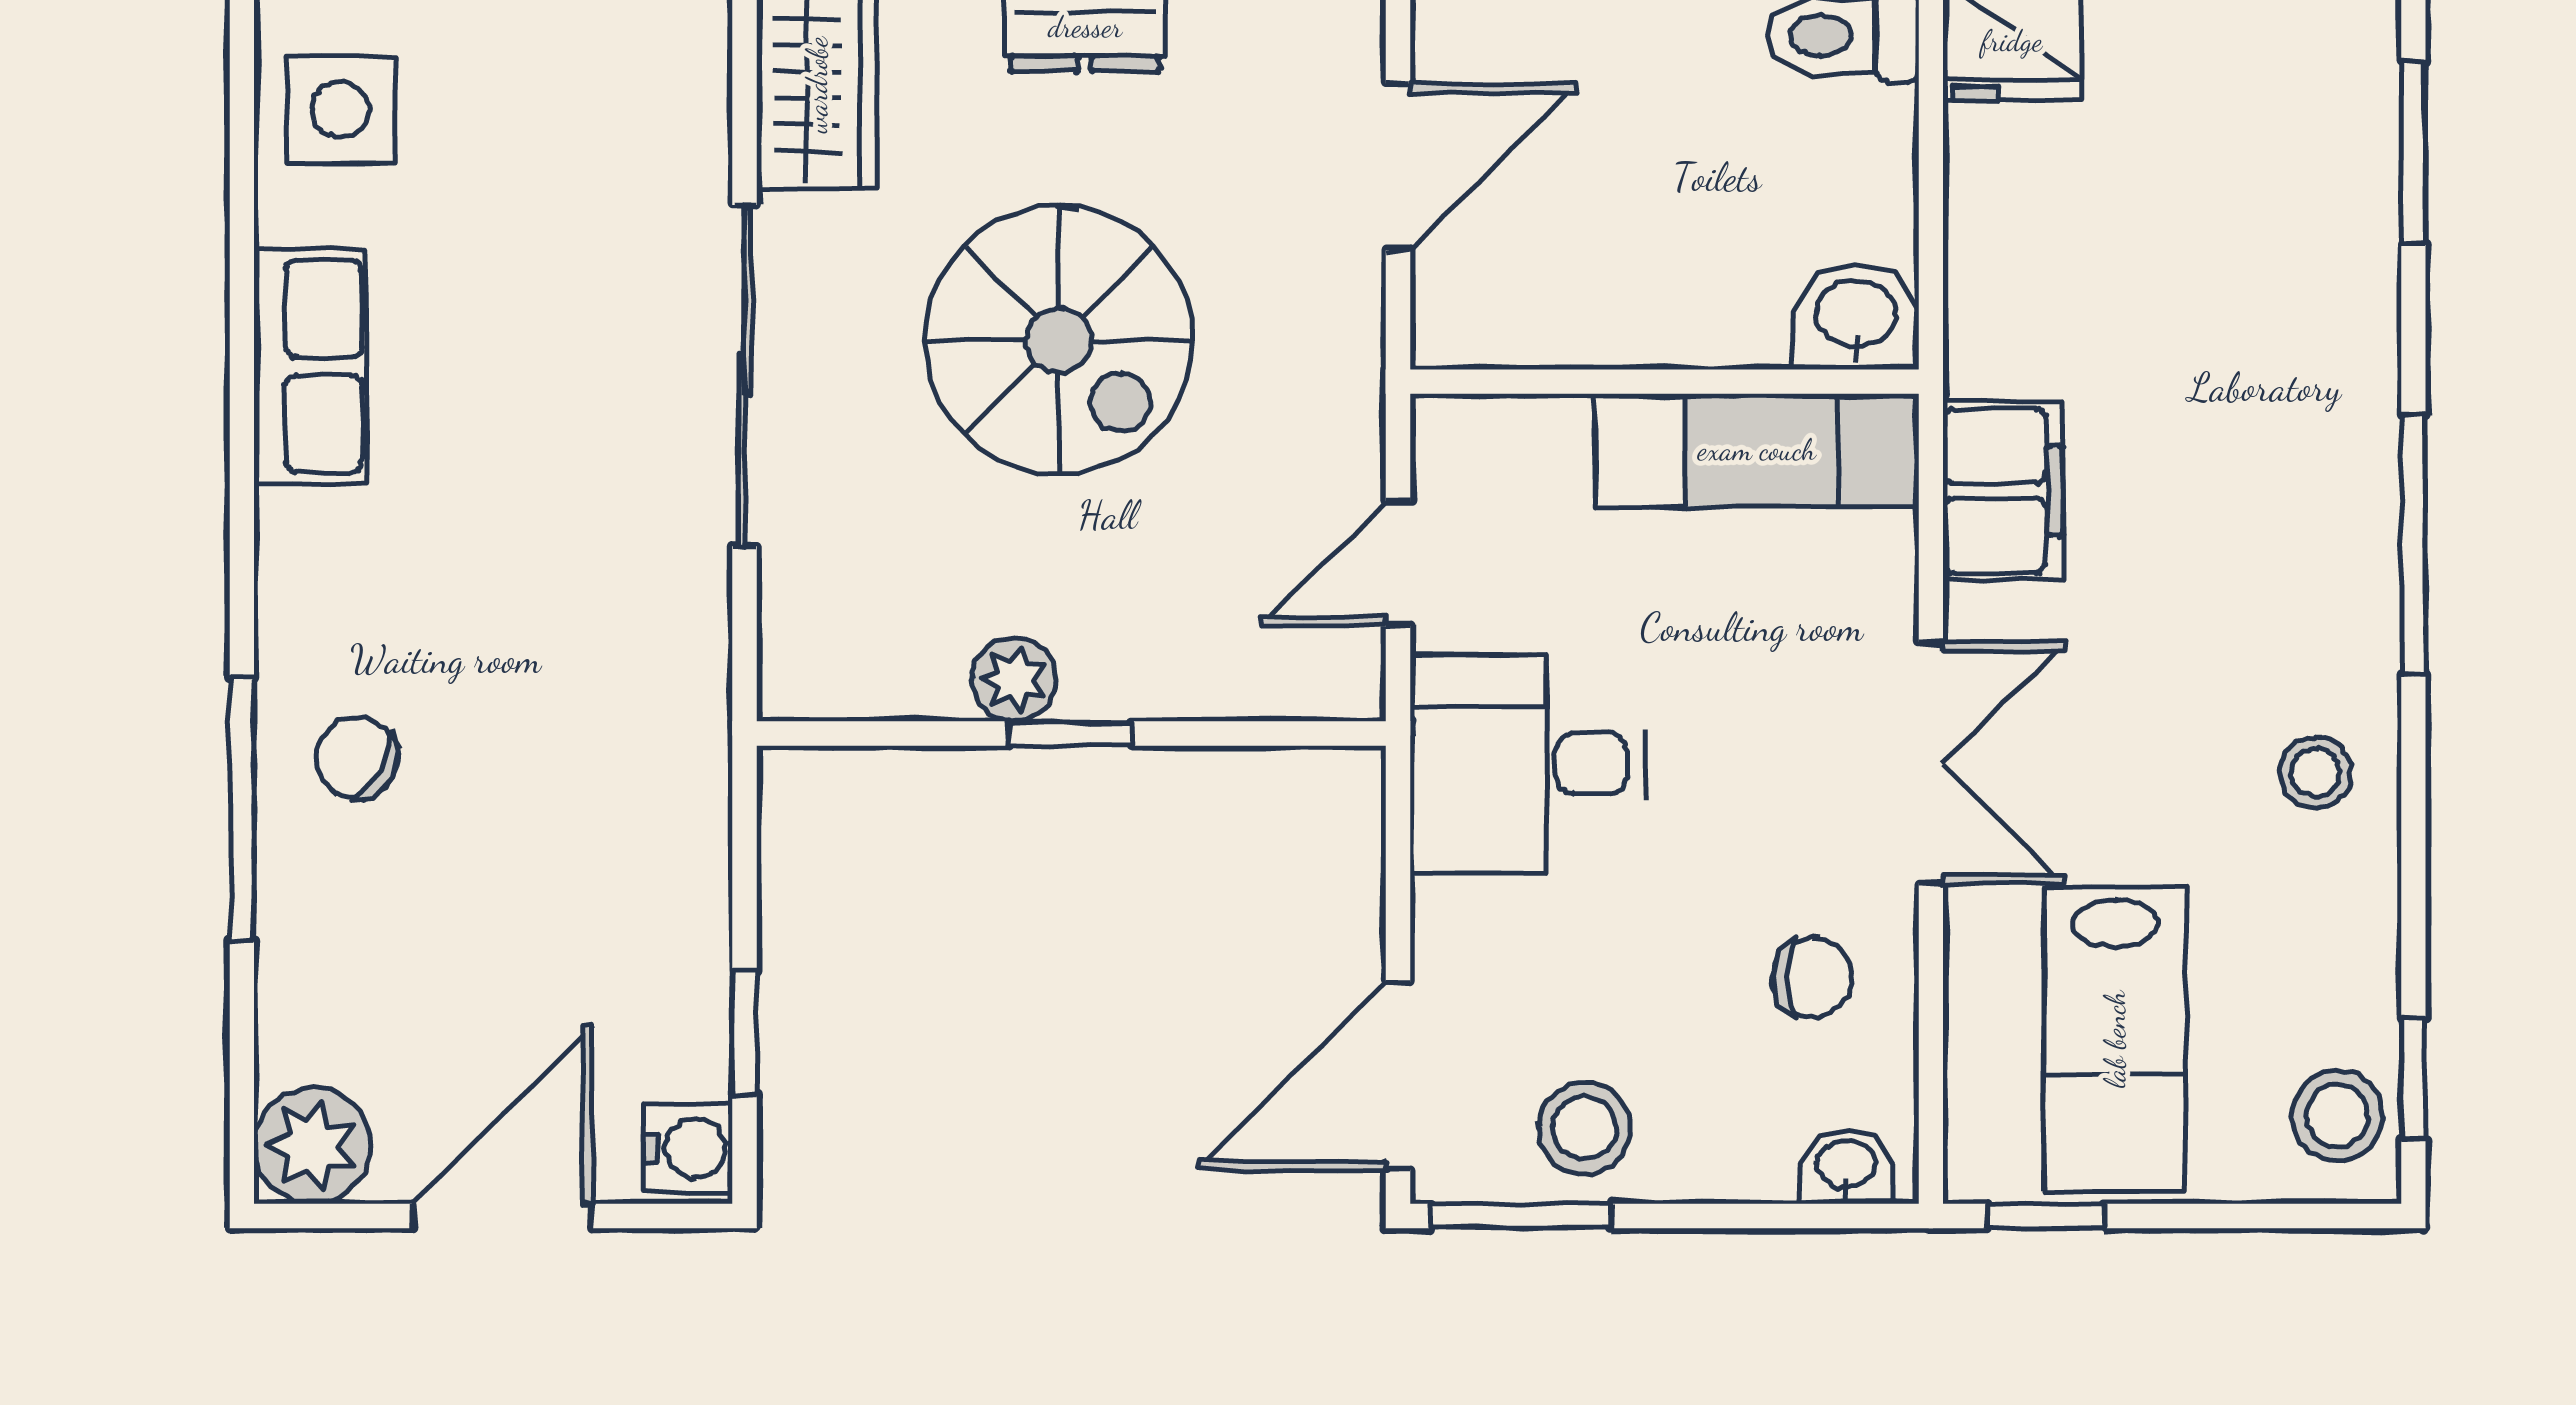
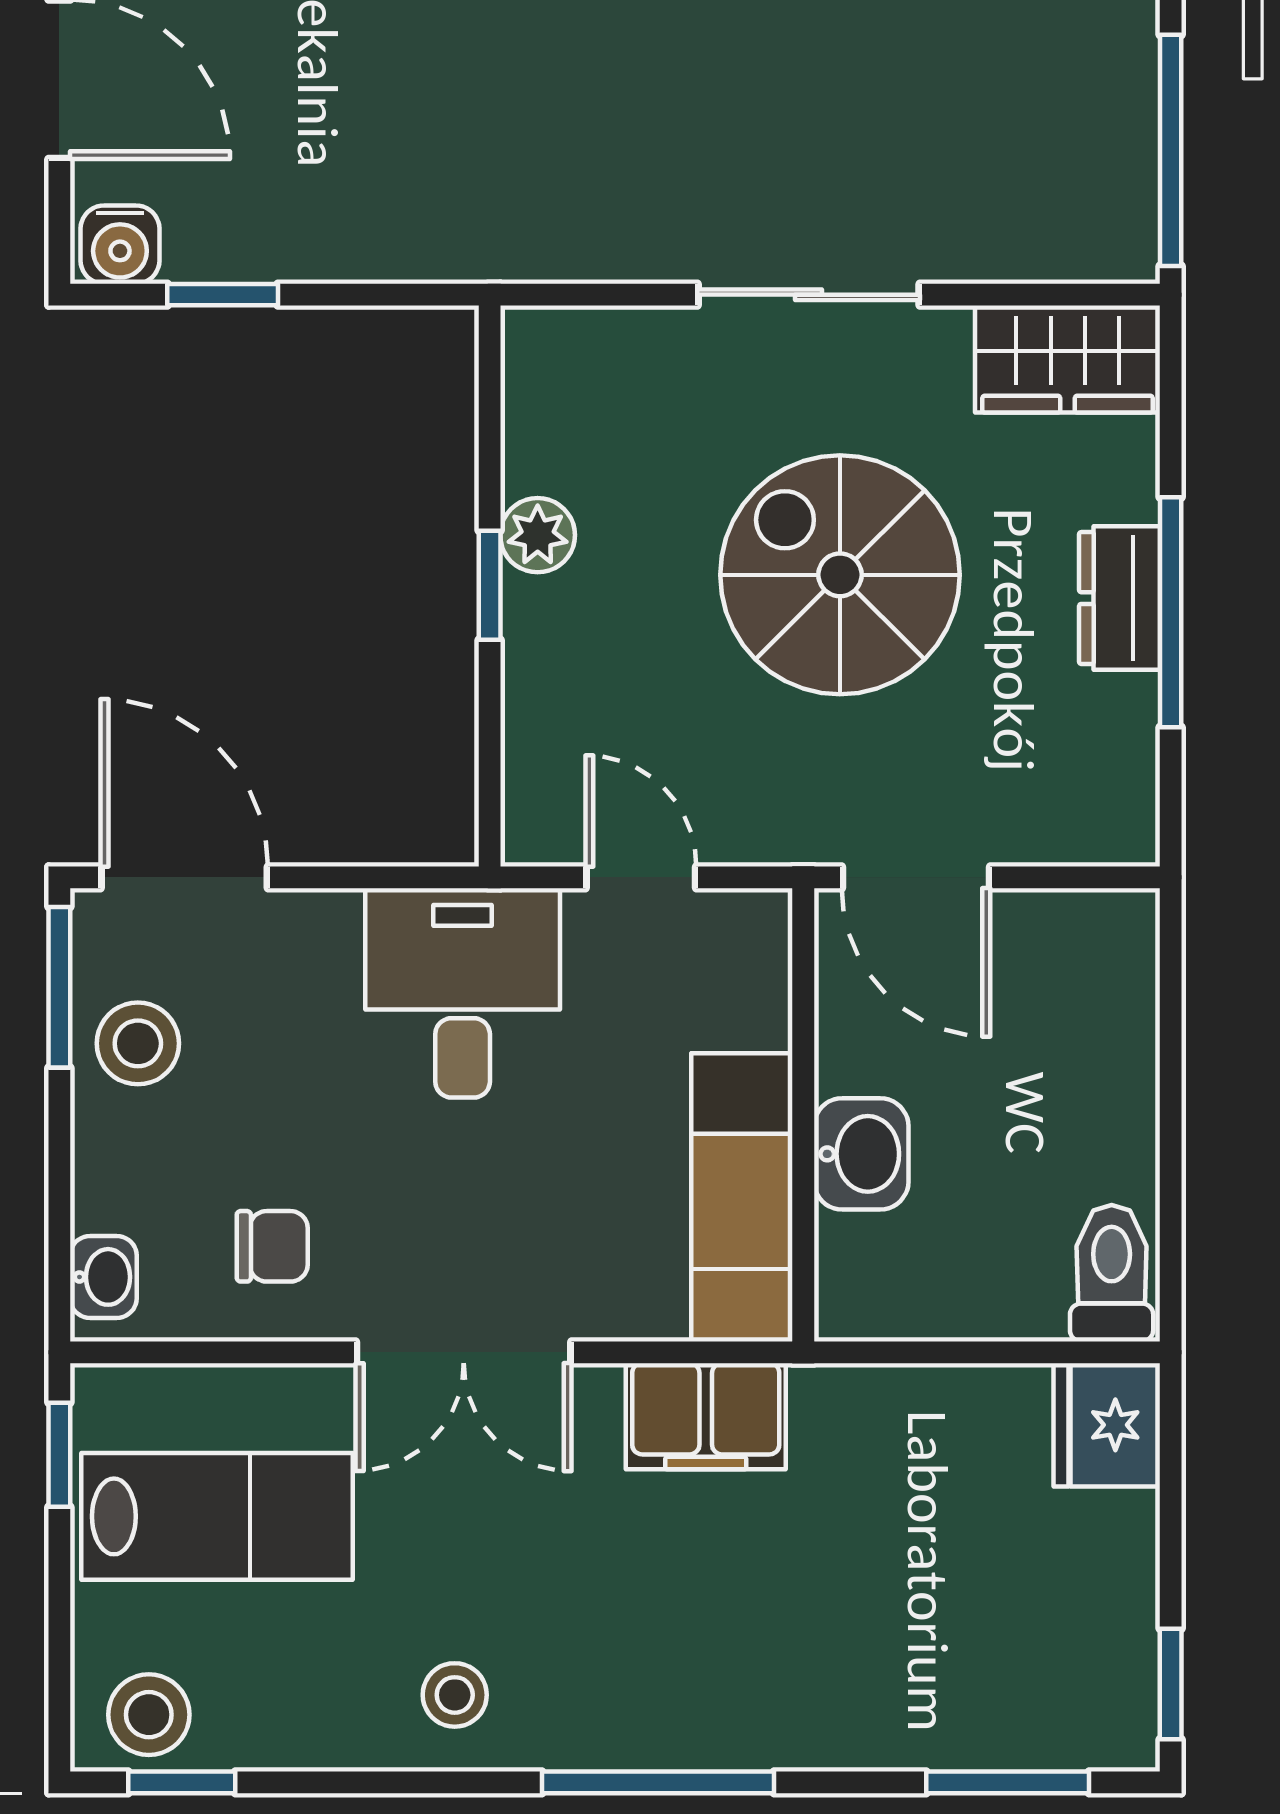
door: (1398, 167) -> (916, 877), moved
washbasin: (1856, 317) -> (861, 1154), moved
spiral stairs: (1059, 340) -> (840, 575), turned 90
sliding door: (745, 376) -> (809, 295), width x0.73
chair: (1812, 977) -> (272, 1246), turned -90
lab bench: (2115, 1039) -> (217, 1516), turned 180

